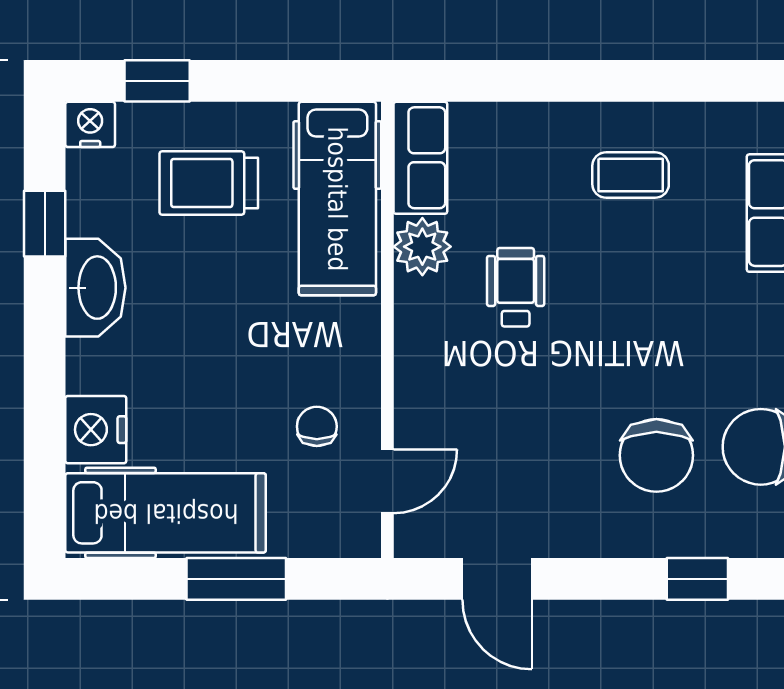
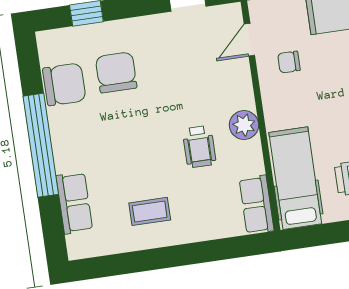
plant: (422, 247) -> (244, 125), moved
chair: (317, 426) -> (289, 62), turned 90

